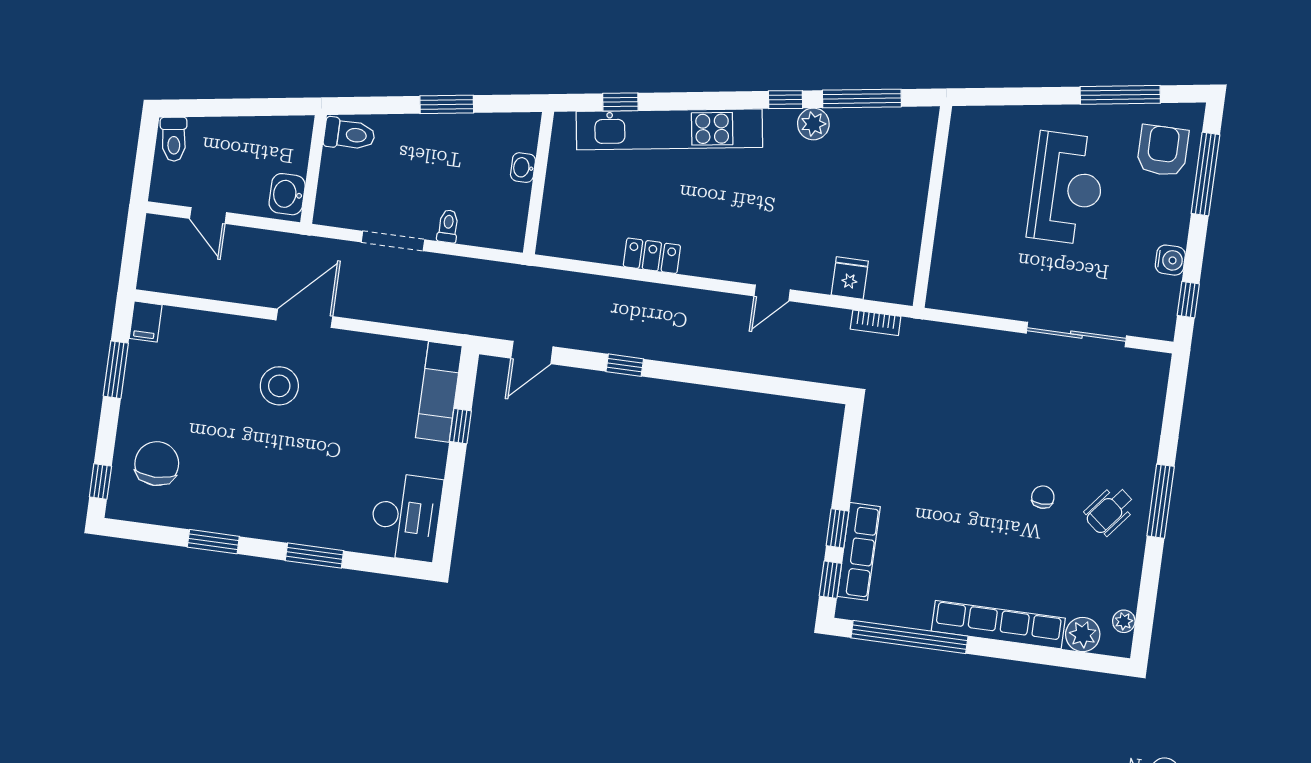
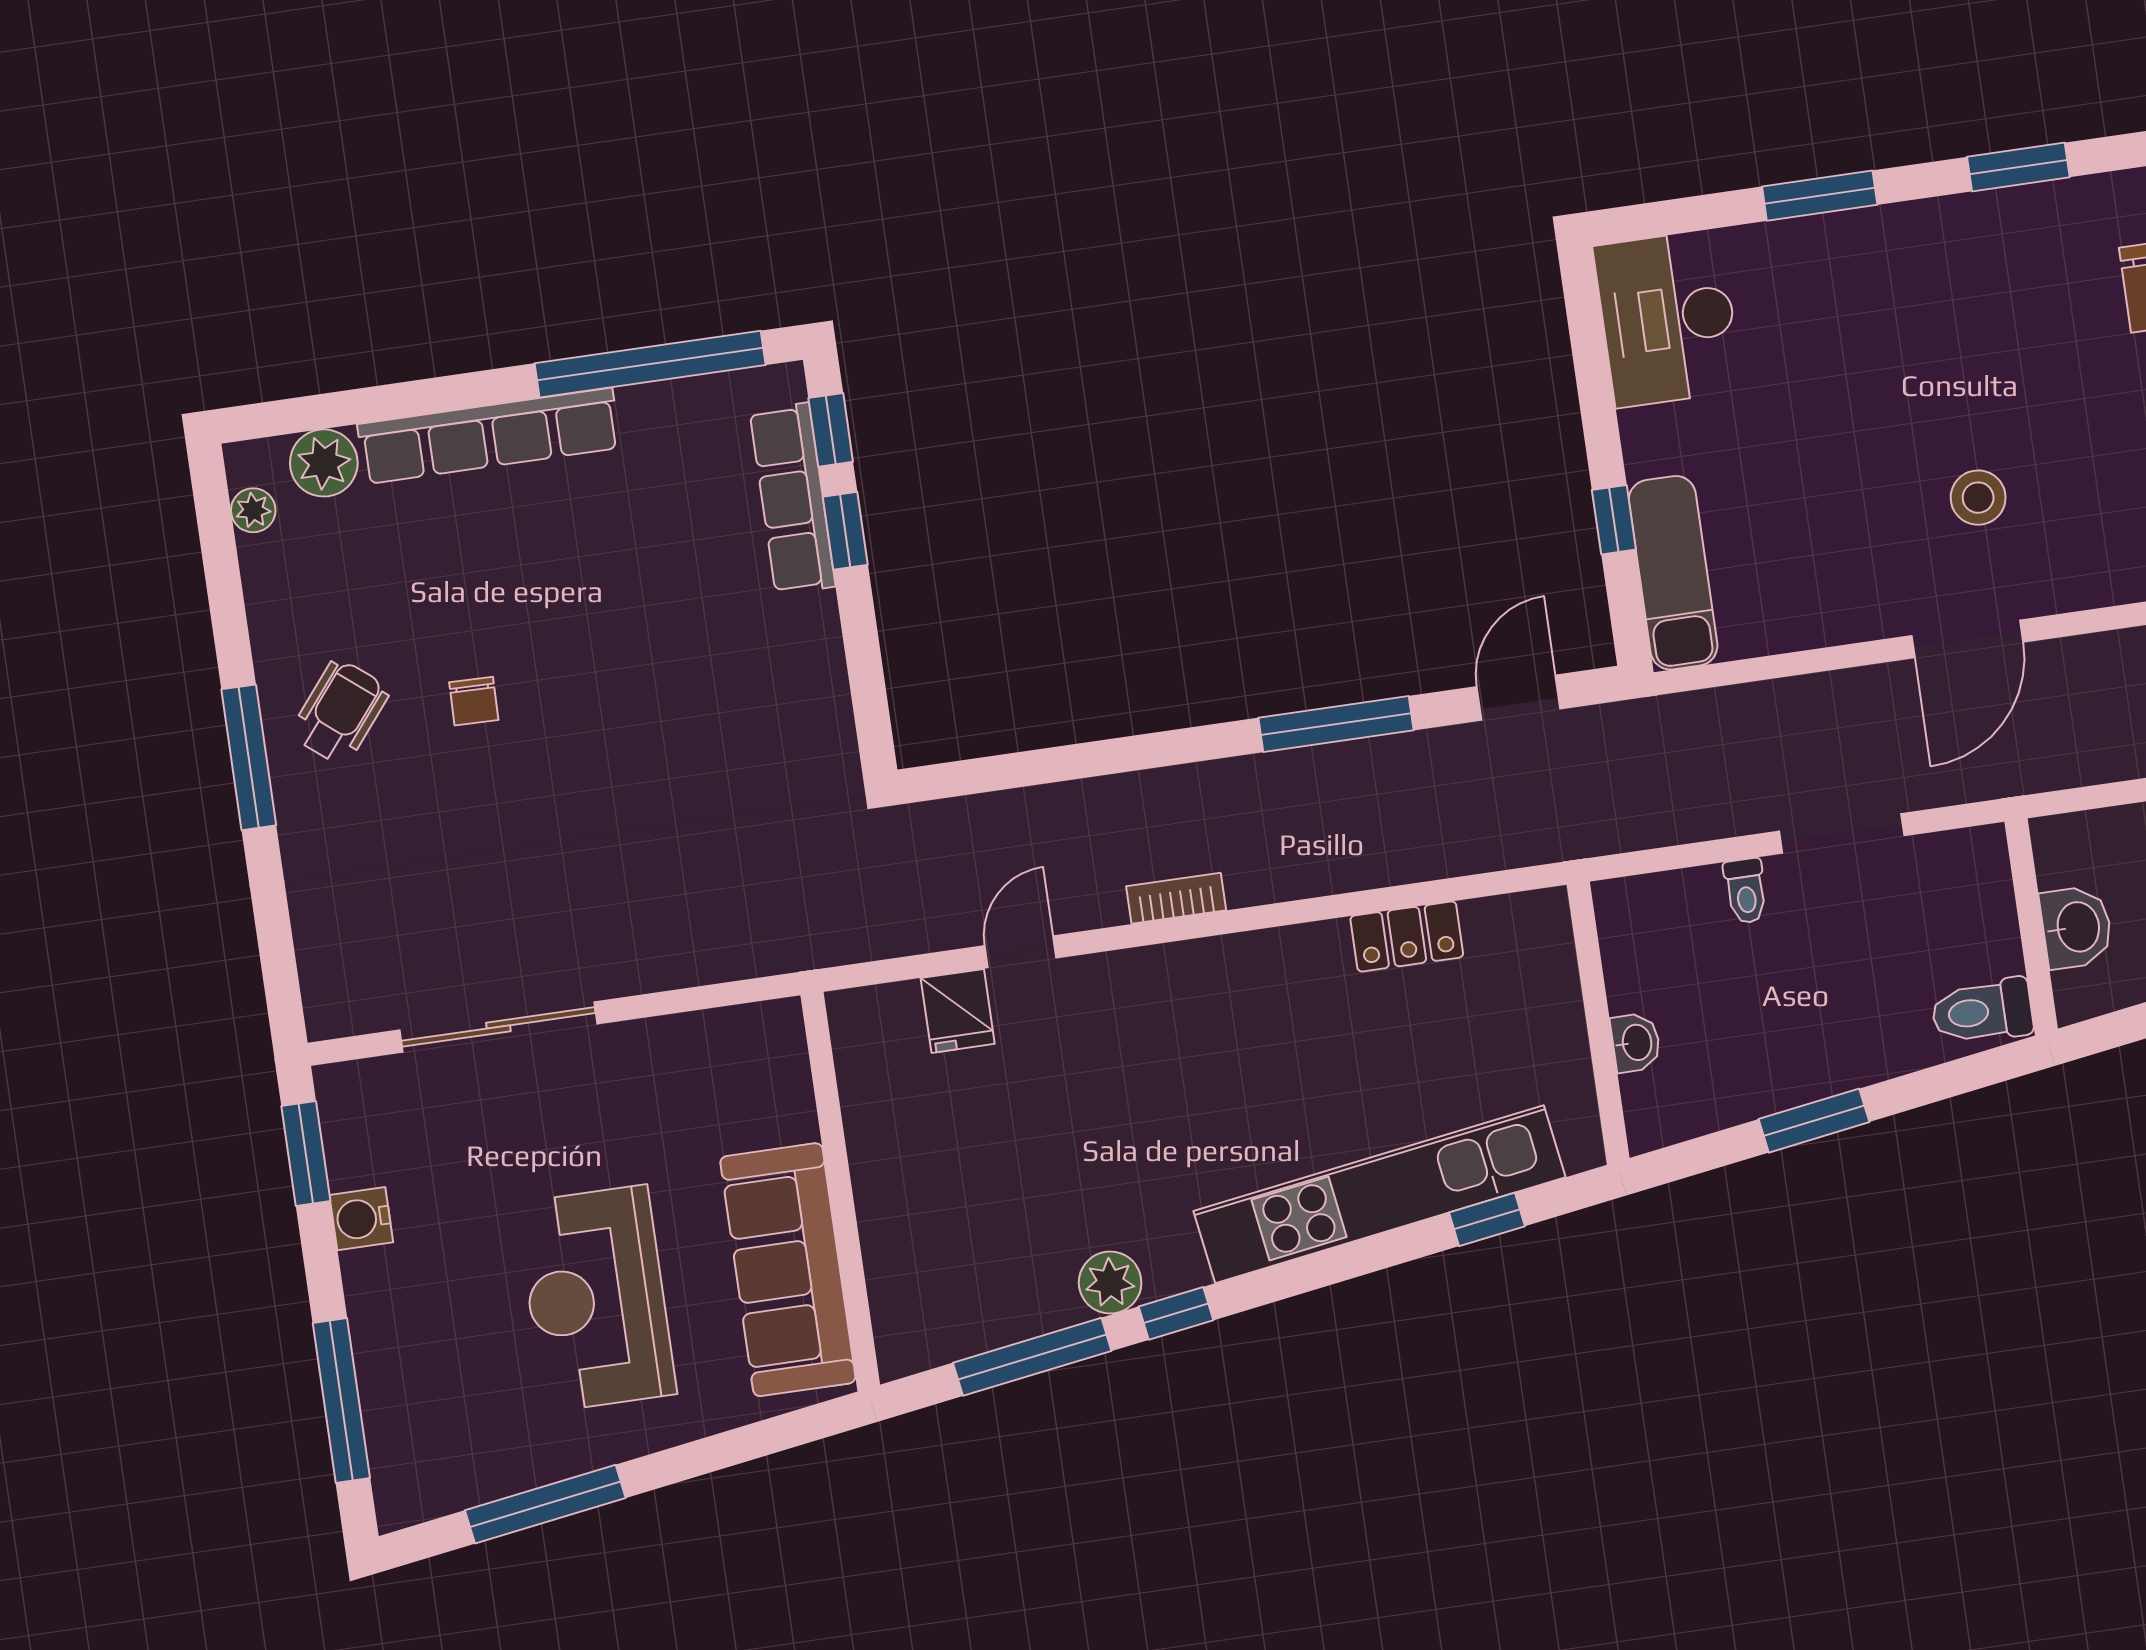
armchair: (1163, 151) -> (435, 1422), removed
sofa: (969, 175) -> (788, 1270), added
washbasin: (287, 194) -> (2076, 927), moved
locker: (652, 256) -> (1407, 937), moved
door: (772, 293) -> (1020, 952), moved
window: (1188, 300) -> (306, 1153), width x1.50
bookcase: (876, 323) -> (1176, 898), moved
window: (625, 365) -> (1336, 724), width x2.17
stool: (279, 386) -> (1978, 498), width x0.73, depth x0.73

